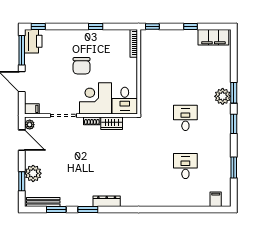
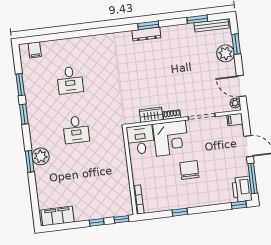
window: (191, 26) -> (97, 222), moved
window: (234, 124) -> (24, 114), moved
window: (88, 209) -> (148, 25), moved

